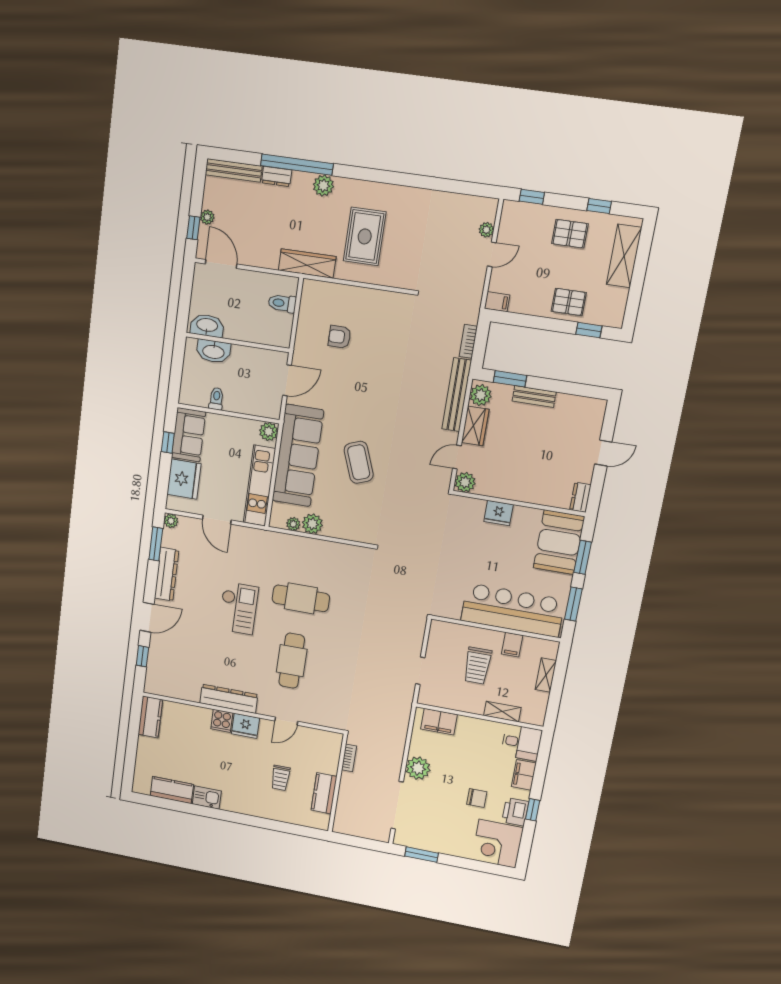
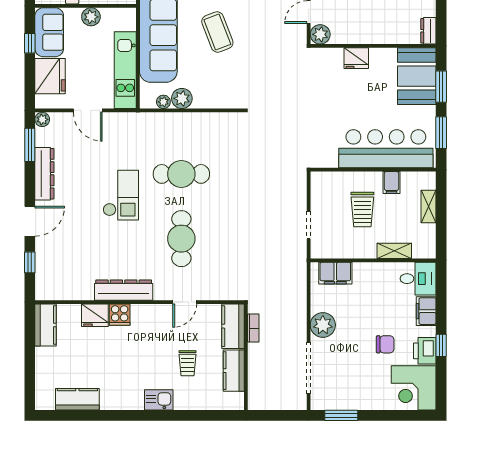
plant: (269, 432) -> (91, 17), moved
fridge: (245, 726) -> (95, 315), moved
kitchen counter: (330, 752) -> (233, 326), added
kitchen sink: (207, 798) -> (159, 400), moved

